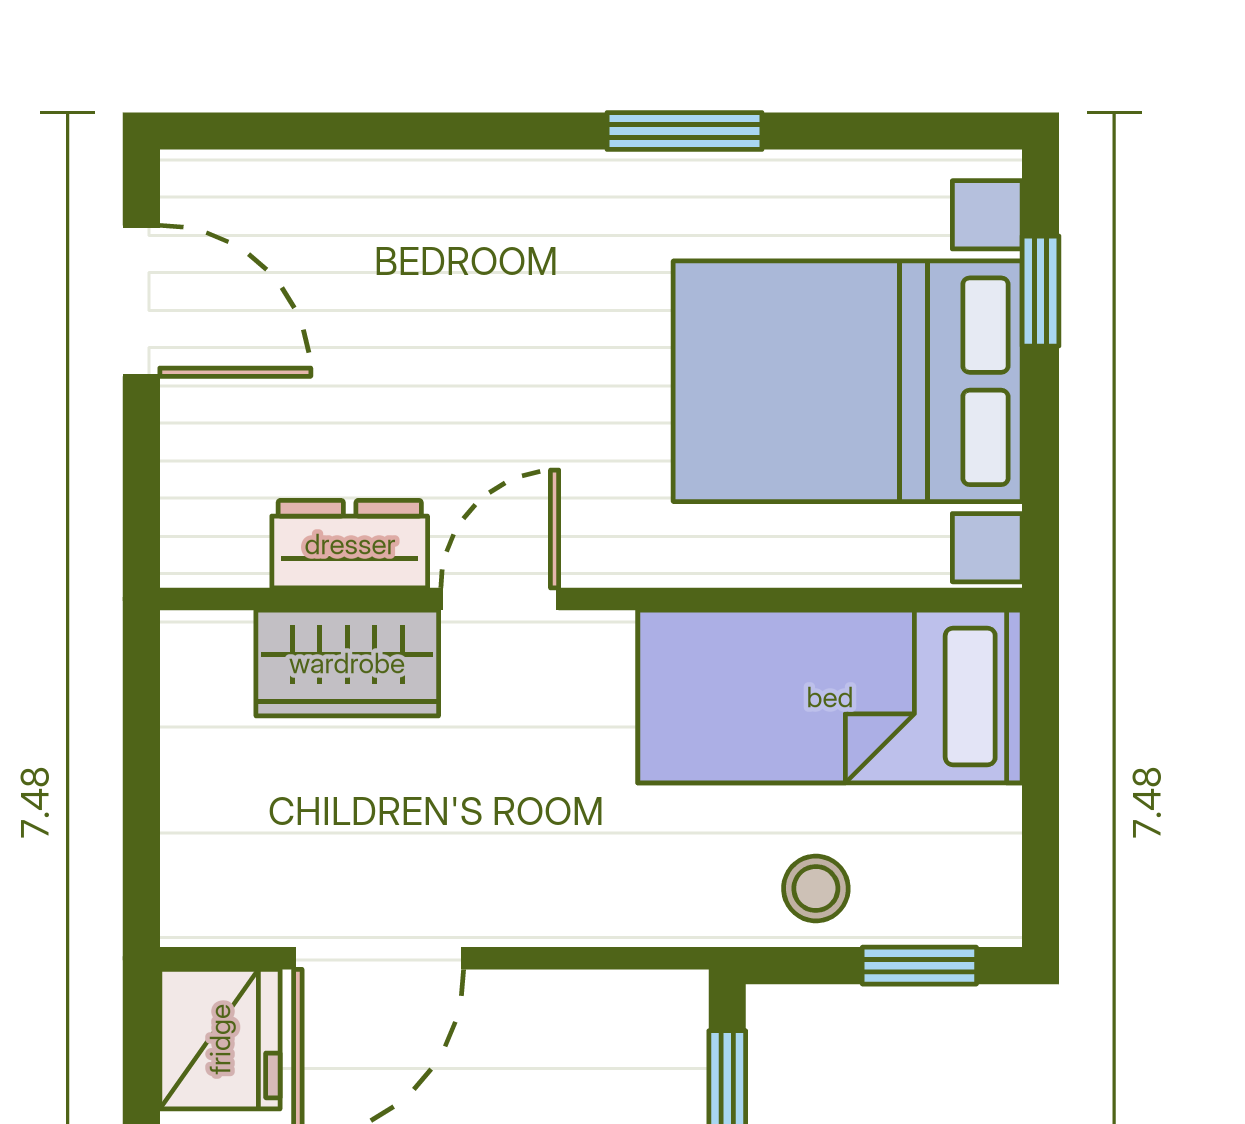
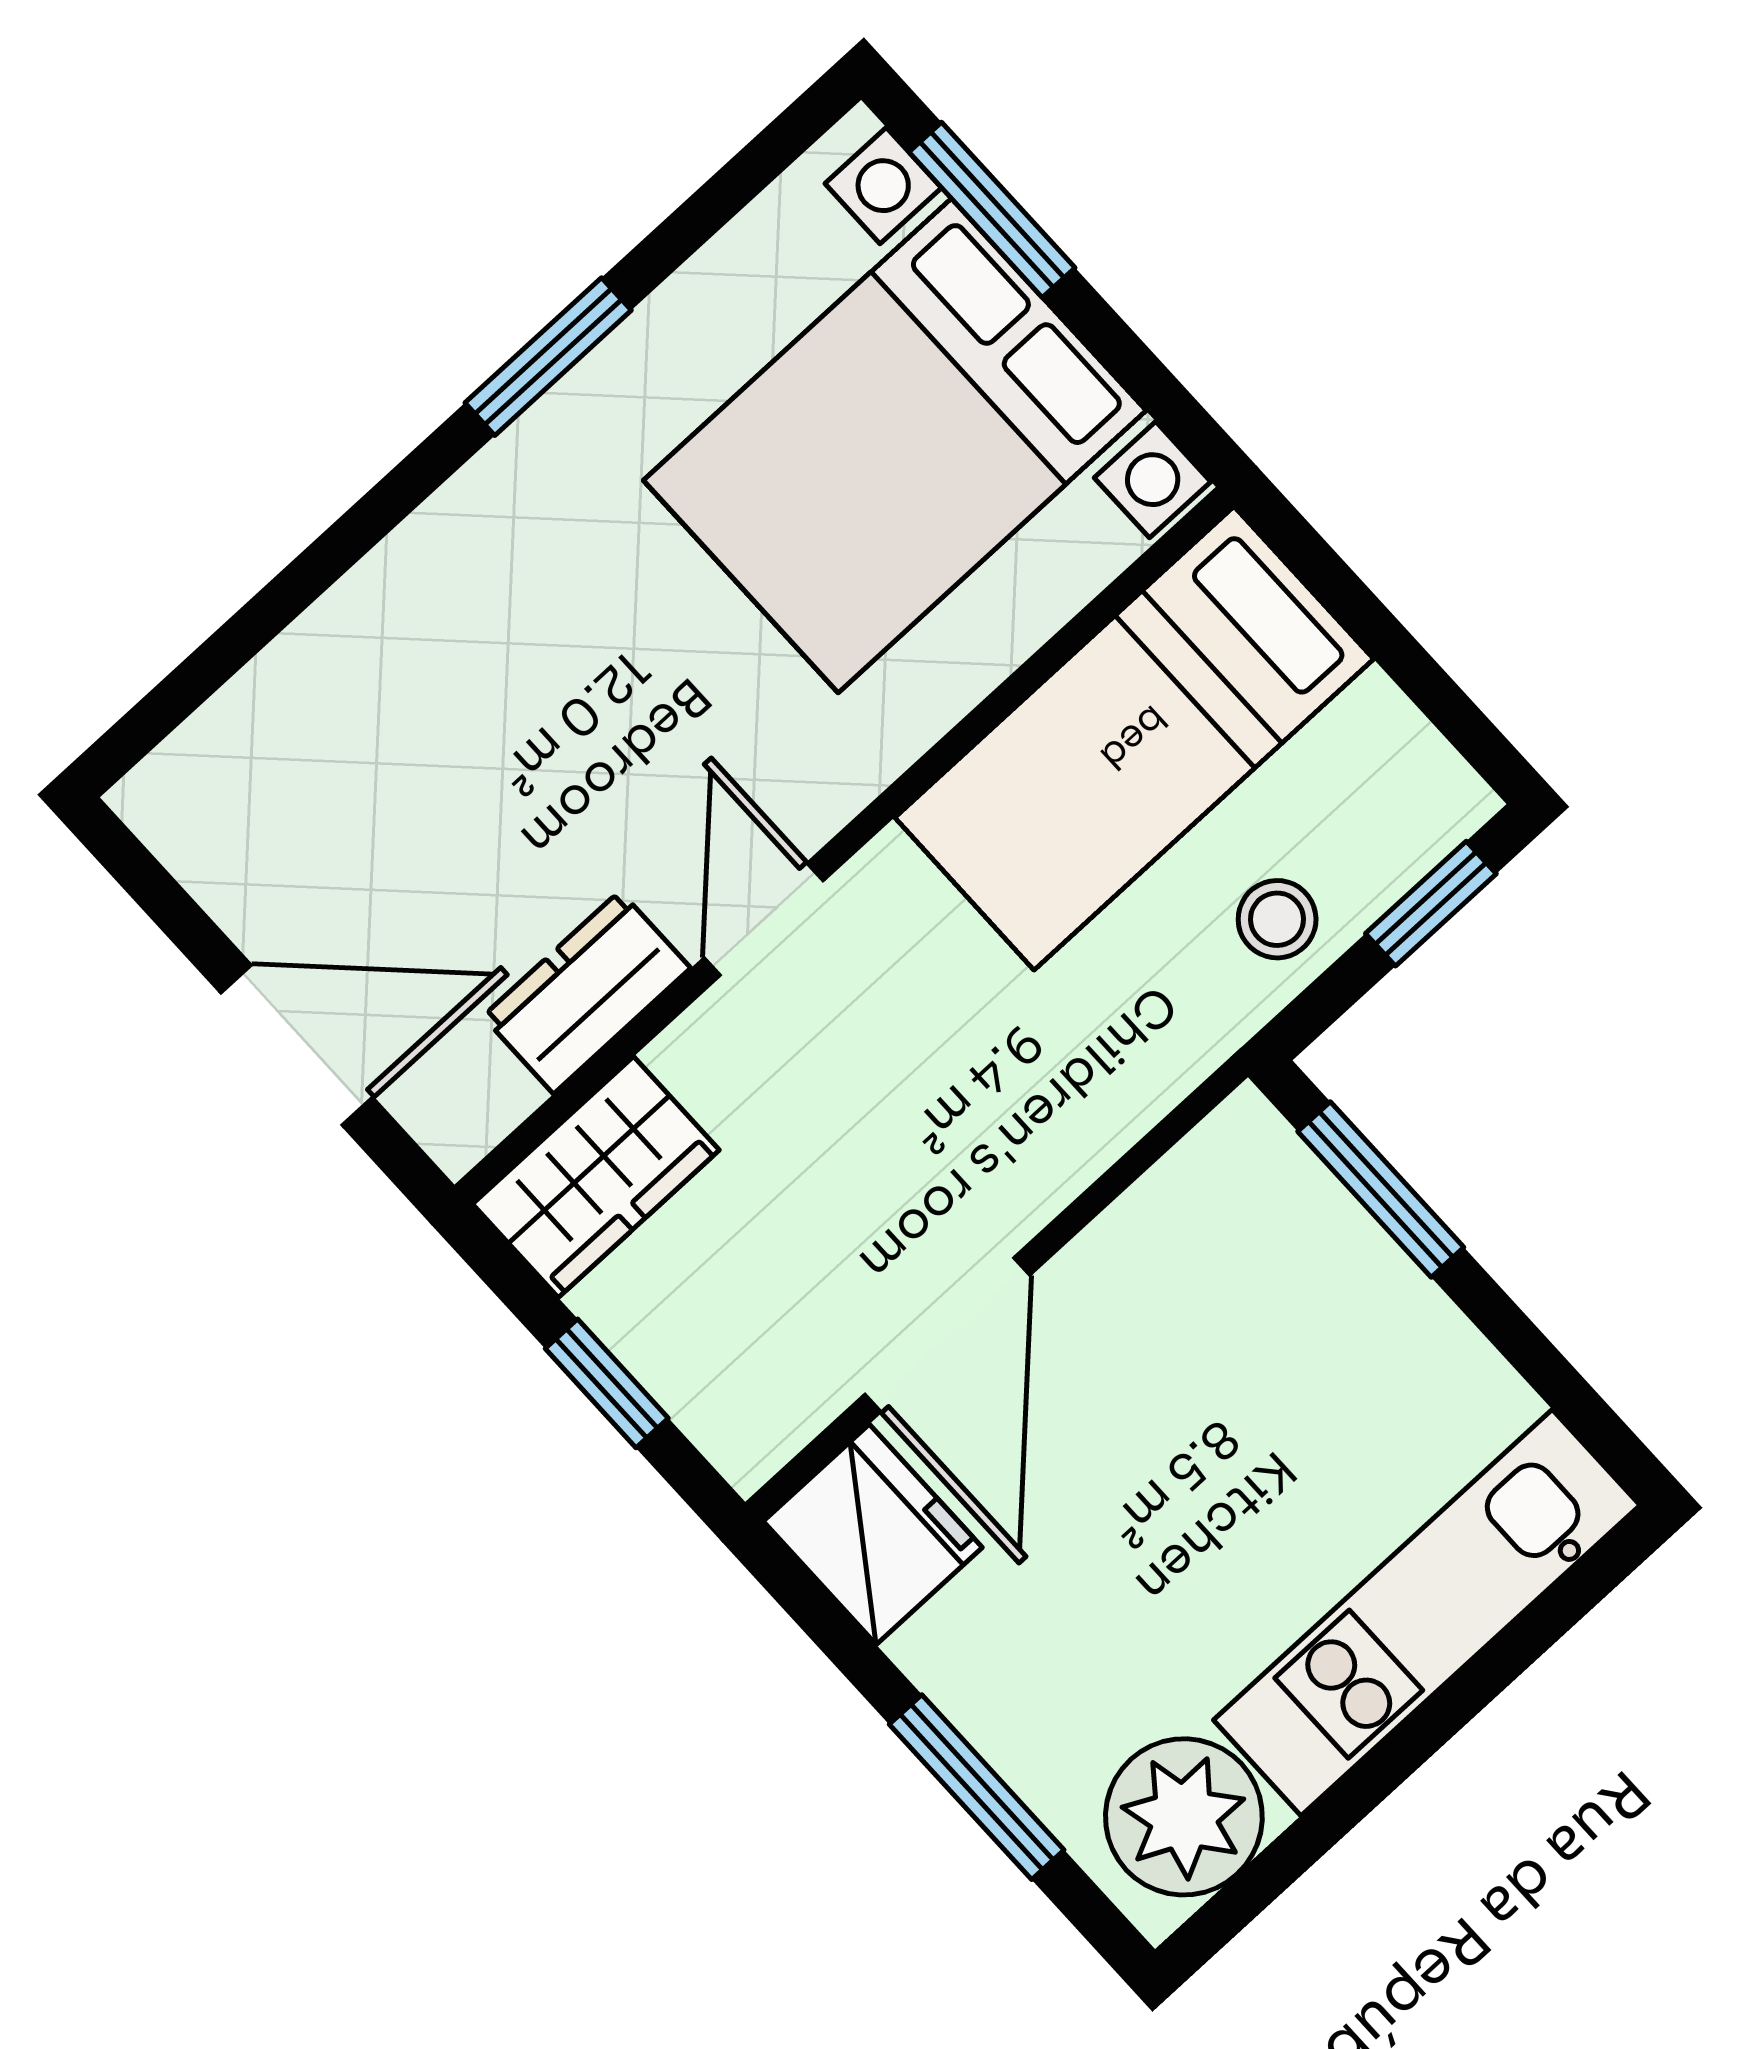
window: (1040, 291) -> (992, 210), width x1.50
door: (141, 301) -> (297, 1045), moved
wardrobe: (347, 663) -> (596, 1177), moved
window: (141, 796) -> (607, 1383), added

